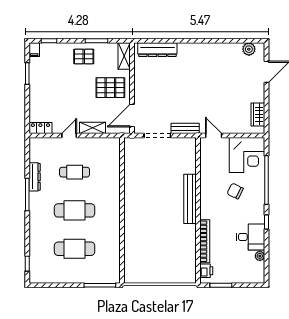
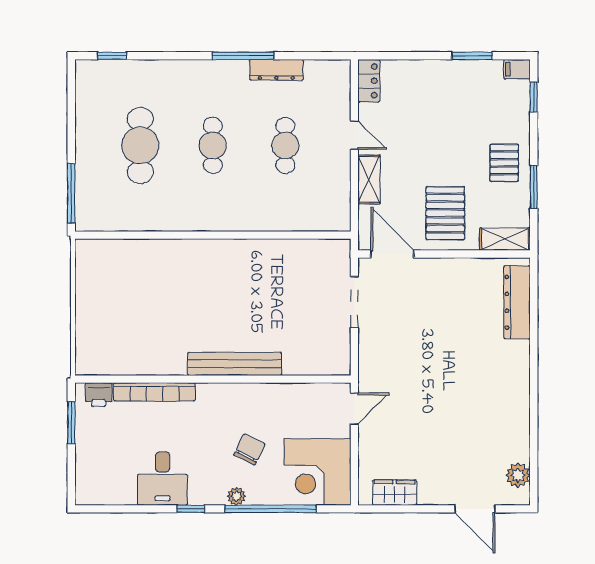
bench: (185, 128) -> (368, 355), removed
cafe table: (75, 210) -> (213, 145), width x0.73, depth x0.74
plant: (260, 256) -> (236, 496), moved

